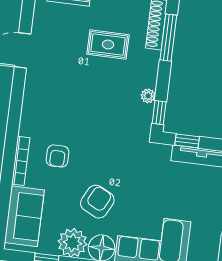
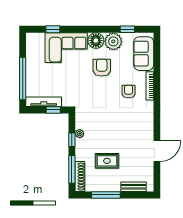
window: (159, 113) -> (72, 140), moved
armchair: (97, 202) -> (102, 68), turned 153

